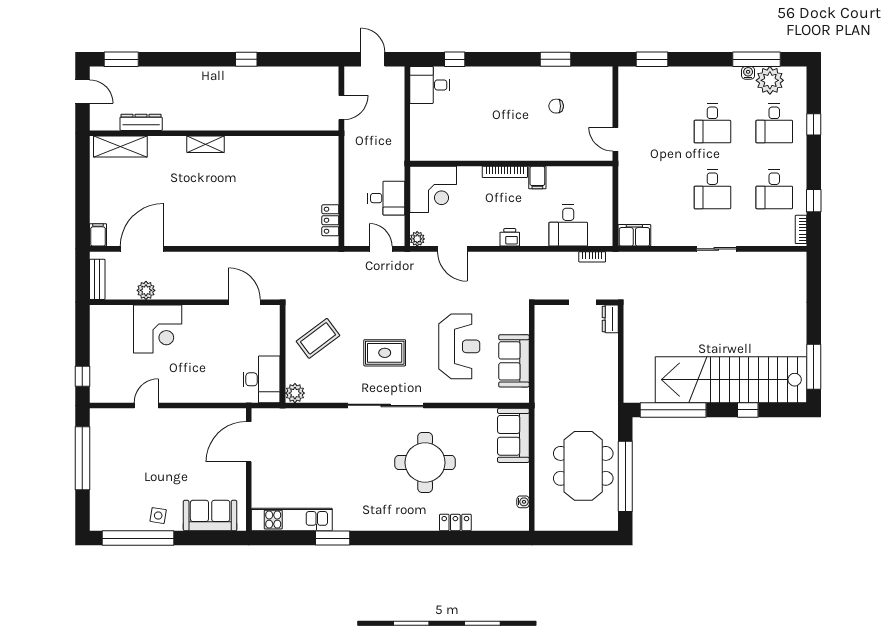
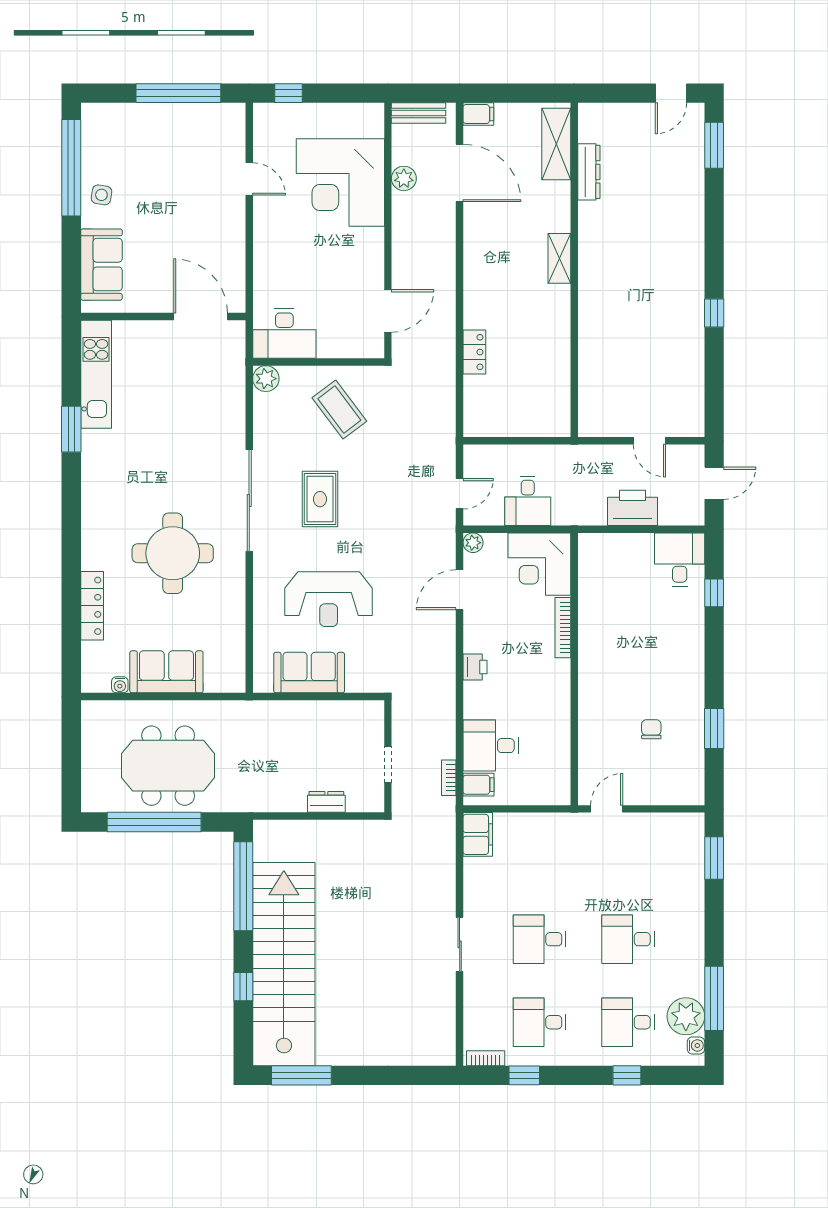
water cooler: (748, 73) -> (696, 1045), moved
printer: (391, 120) -> (632, 508), added
dresser: (141, 122) -> (589, 172), moved
wall: (214, 133) -> (574, 270), moved
shelving: (206, 144) -> (559, 258), moved
shelving: (120, 147) -> (556, 144), moved
bookcase: (505, 172) -> (563, 628), moved
filing cabinet: (537, 178) -> (478, 785), moved, turned 180
locker: (330, 220) -> (474, 352), moved, turned 90
dresser: (610, 319) -> (326, 802), moved
corner desk: (158, 329) -> (340, 183), width x1.36, depth x1.36
sofa: (513, 435) -> (166, 672), moved
locker: (455, 522) -> (92, 606), width x1.53

